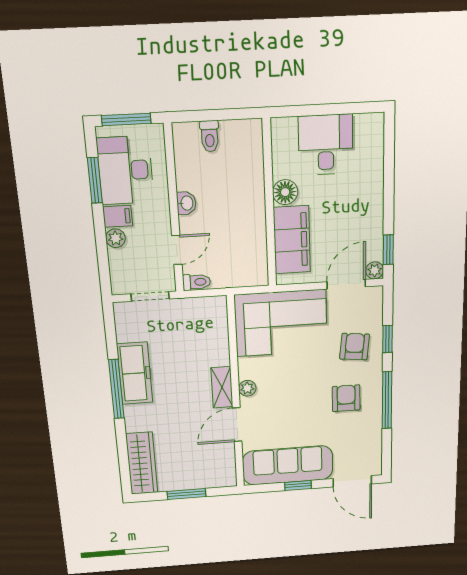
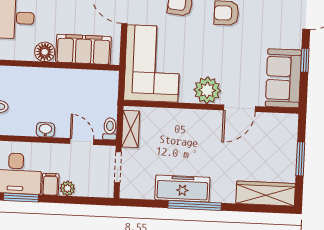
shelving: (222, 387) -> (131, 129), moved, turned 90
plant: (247, 388) -> (207, 90), width x1.88, depth x1.88
door: (237, 425) -> (239, 108), hinge flipped
sofa: (288, 465) -> (283, 78), width x0.73

